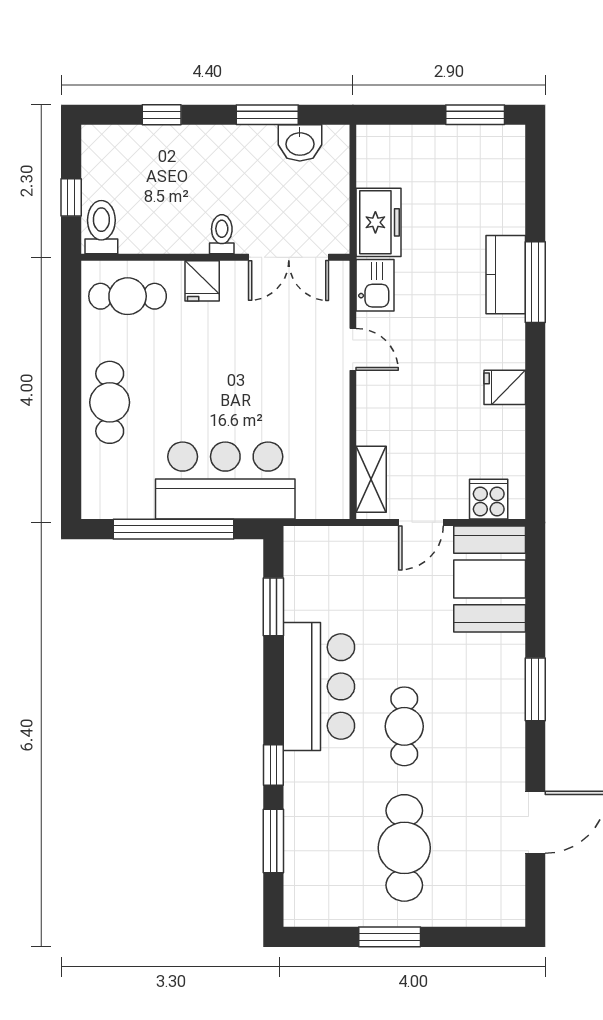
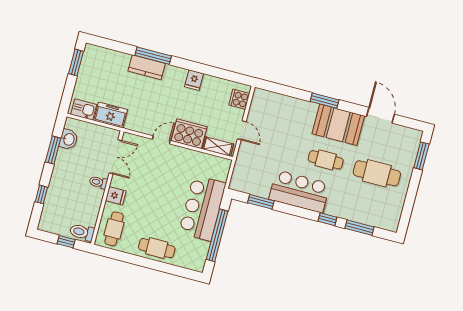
kitchen sink: (375, 285) -> (84, 110), moved
cooker: (383, 408) -> (189, 134), added
booth: (490, 579) -> (338, 125), moved
window: (390, 937) -> (421, 156), moved

